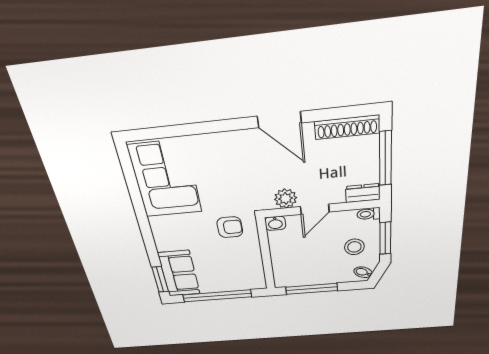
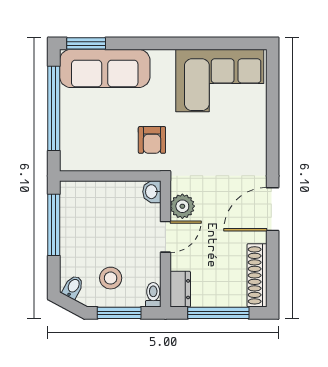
door: (315, 209) -> (165, 237), swing flipped
sofa: (179, 273) -> (105, 68), width x1.36

